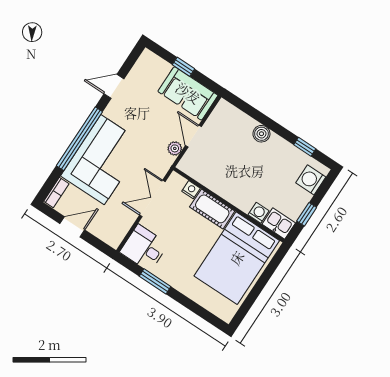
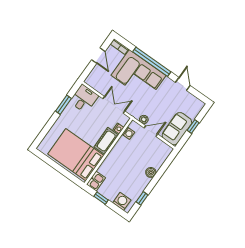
washing machine: (258, 213) -> (128, 133), moved

